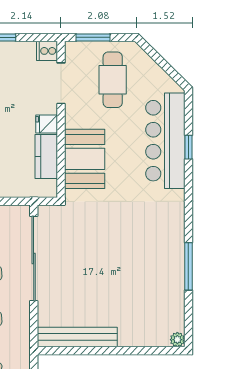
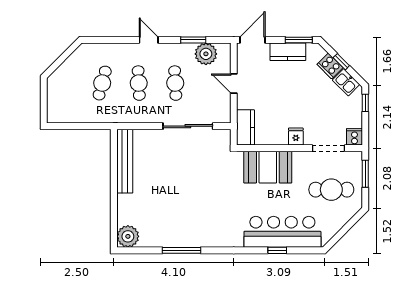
kitchen counter: (46, 157) -> (246, 127), moved, turned 90
sliding door: (34, 258) -> (188, 126), width x0.73
plant: (177, 340) -> (128, 236), width x1.88, depth x1.88

